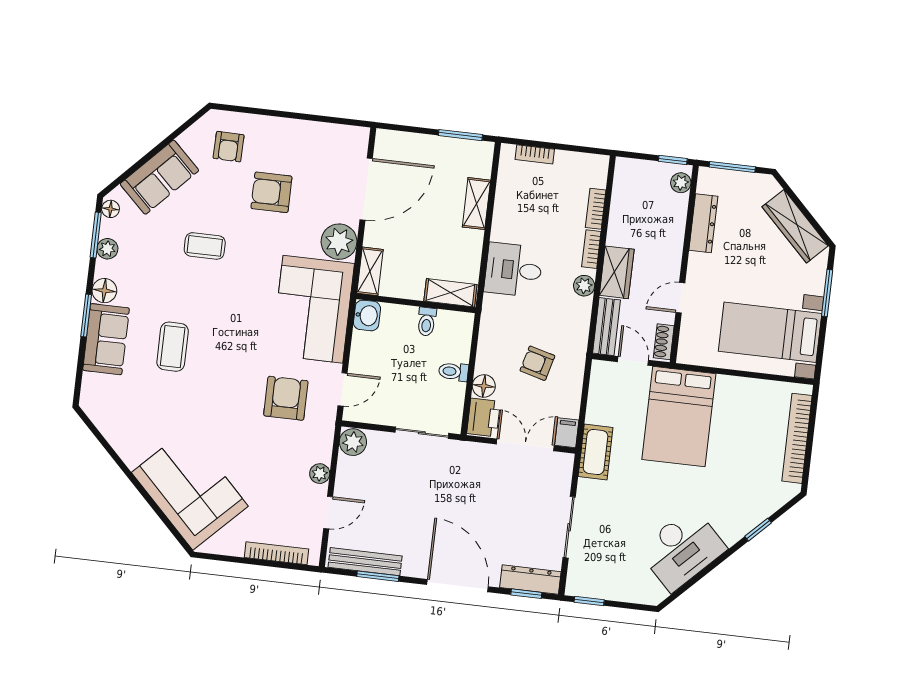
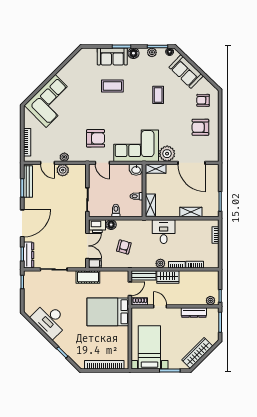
armchair: (271, 192) -> (200, 127), moved, turned -90
plant: (353, 442) -> (63, 170), moved

